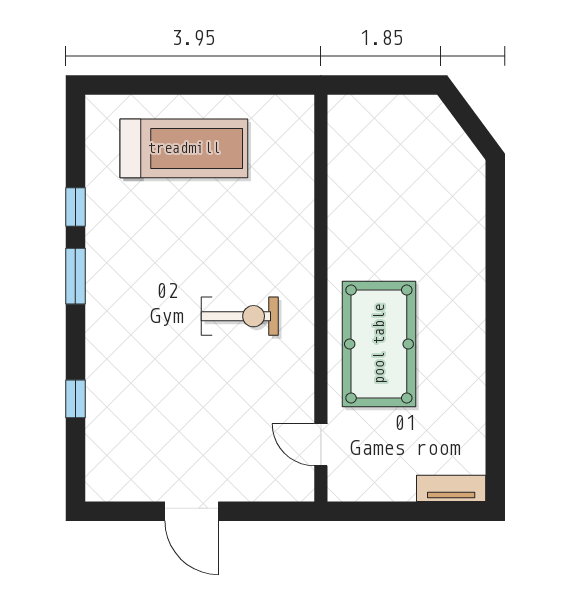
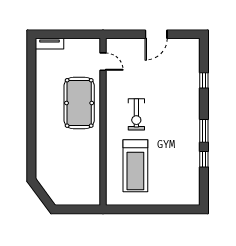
treadmill: (184, 148) -> (135, 166), moved, turned -90
exercise bike: (240, 316) -> (136, 114), turned -90
door: (192, 511) -> (156, 34), swing flipped

